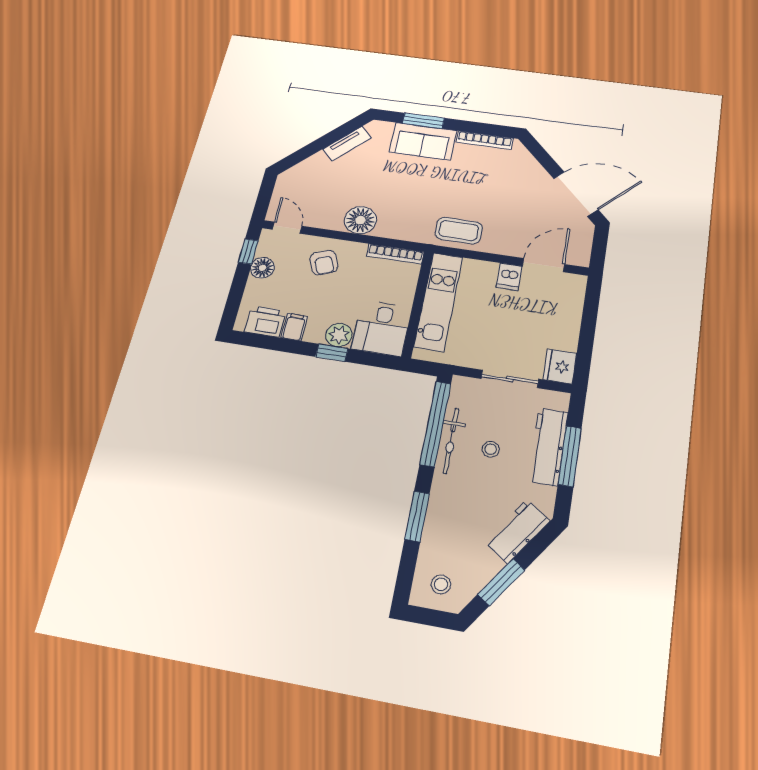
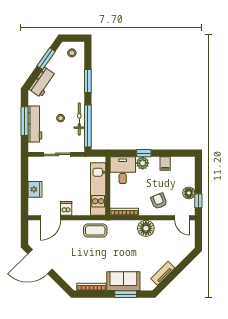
printer: (265, 321) -> (180, 164), removed
fridge: (560, 366) -> (35, 189), moved

